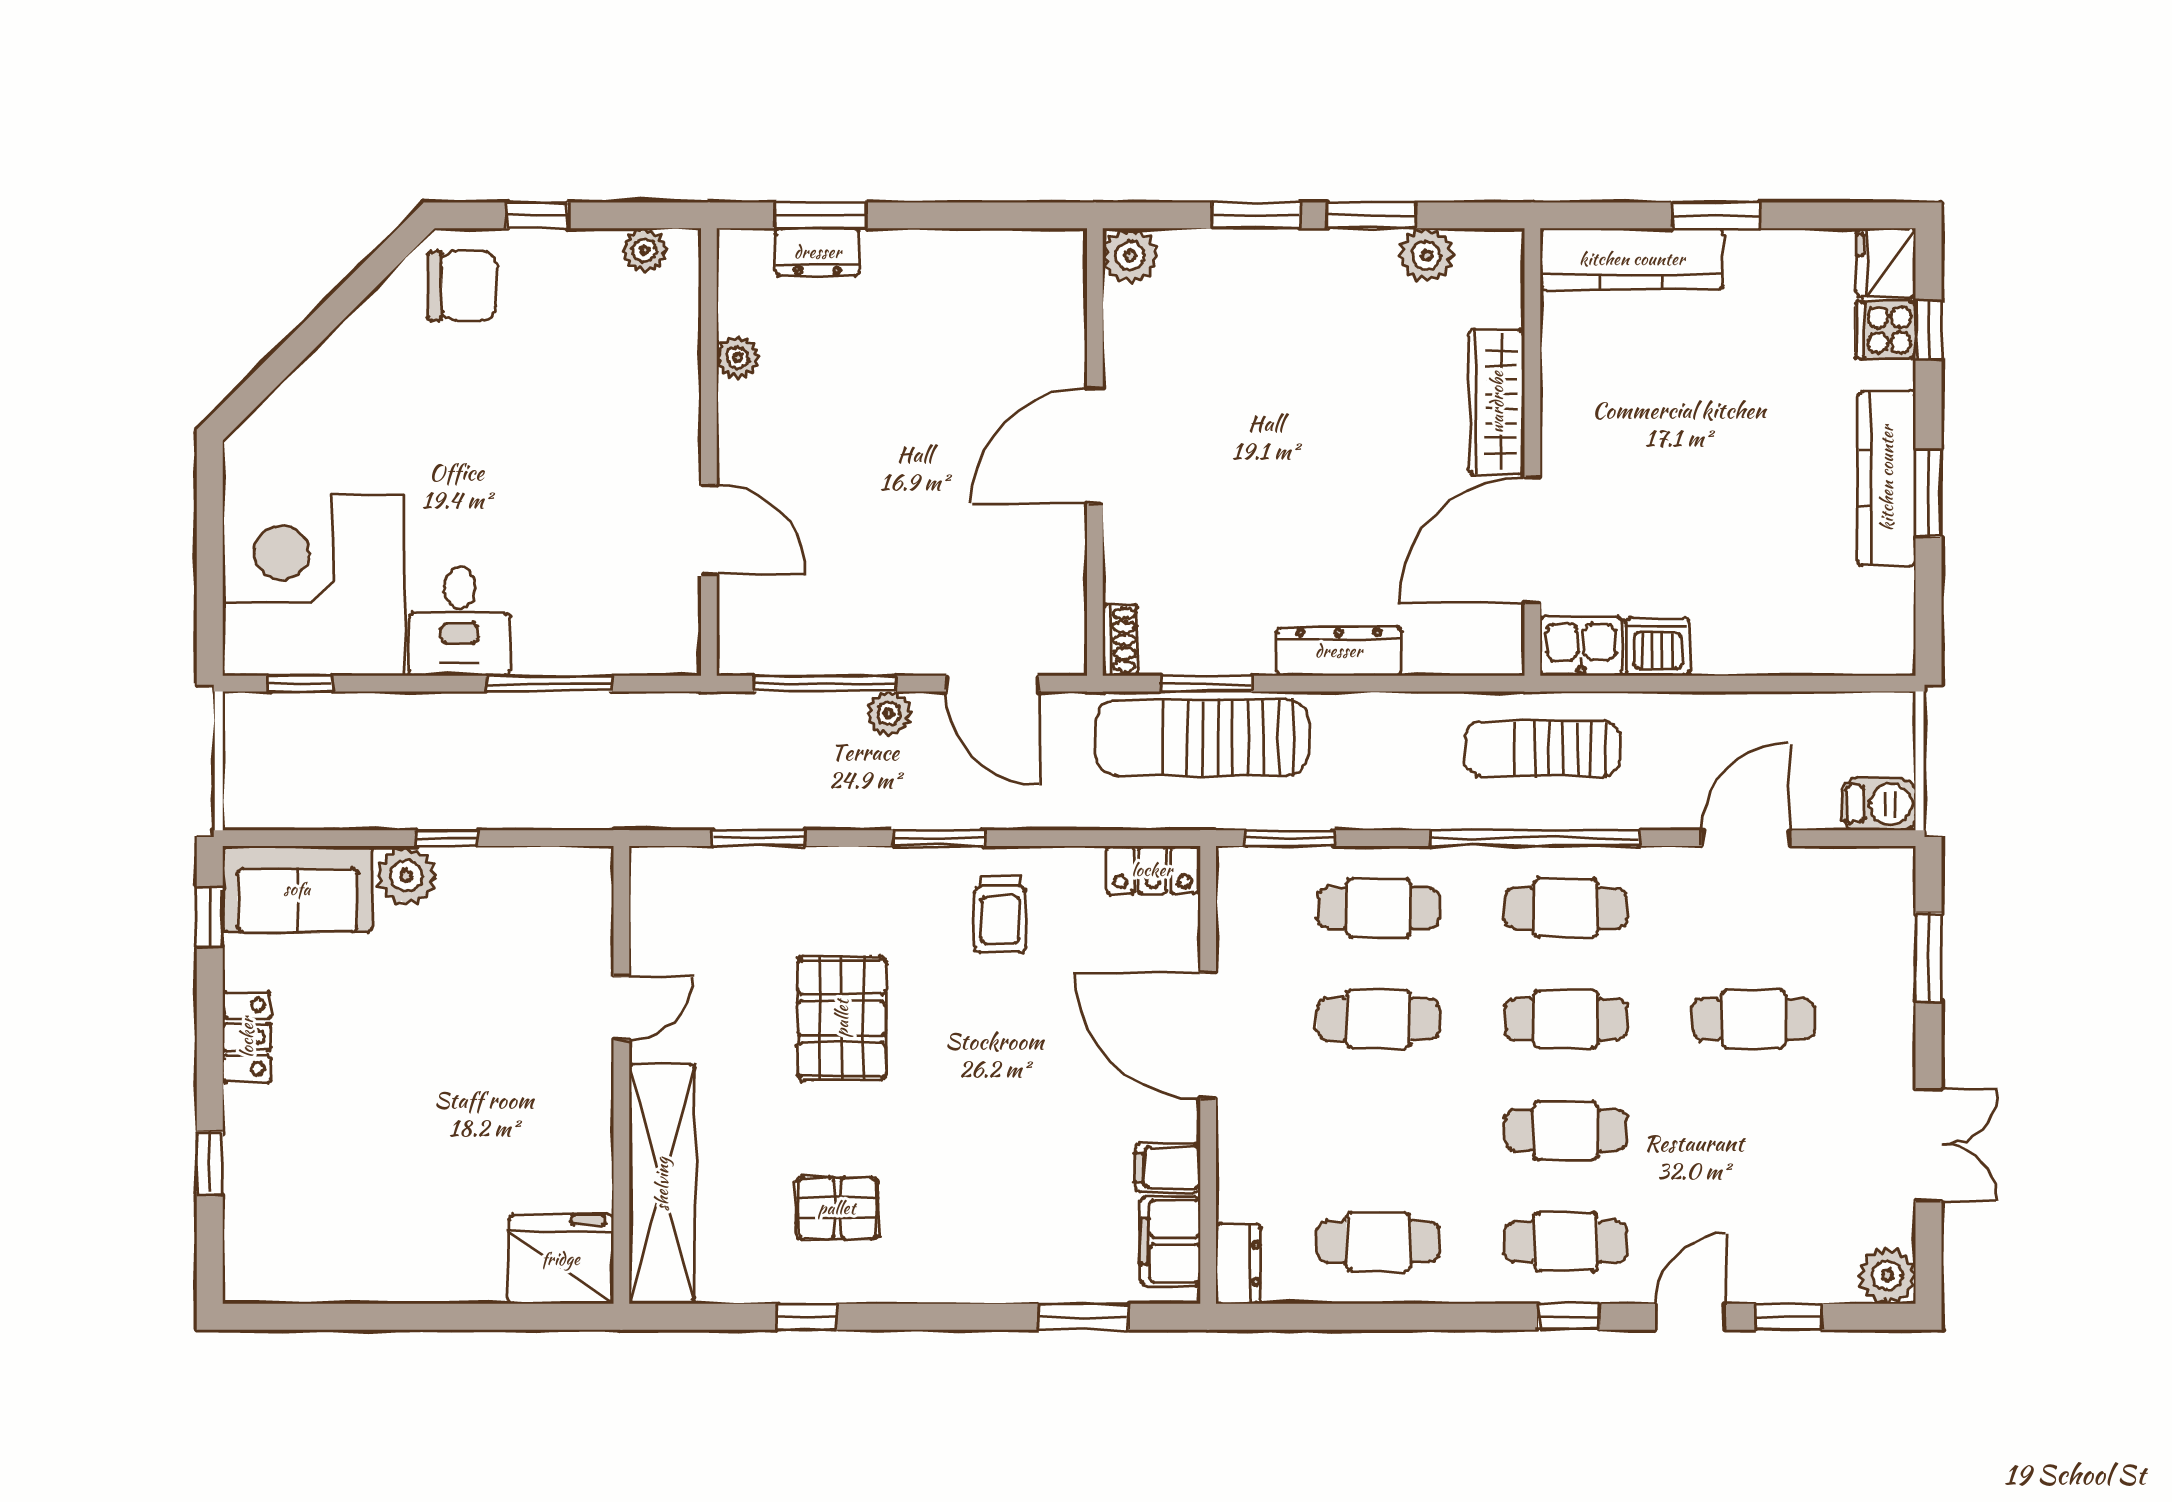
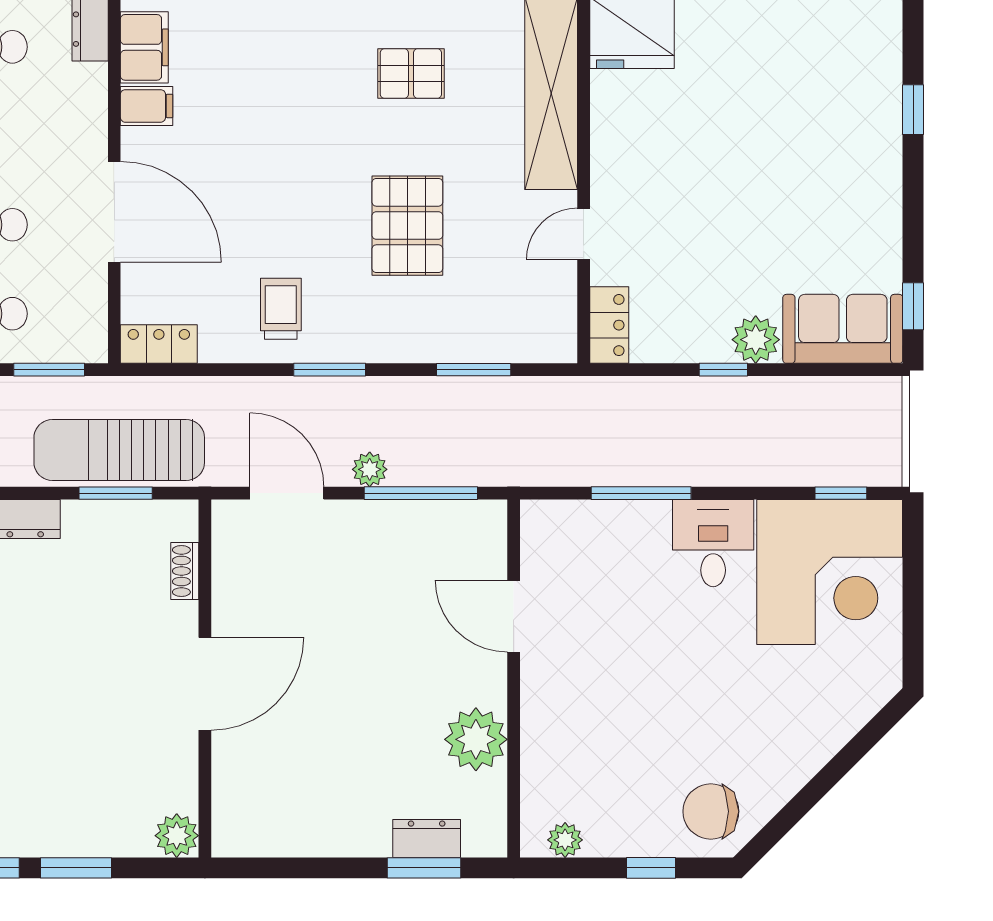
plant: (738, 358) -> (476, 739), width x1.88, depth x1.88
shoe rack: (1120, 640) -> (185, 571), moved
sun lounger: (1202, 738) -> (119, 450), turned 180
locker: (247, 1037) -> (609, 325), moved, turned 180

